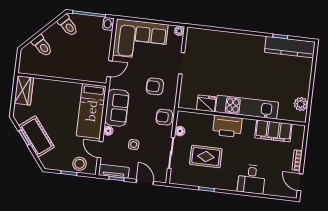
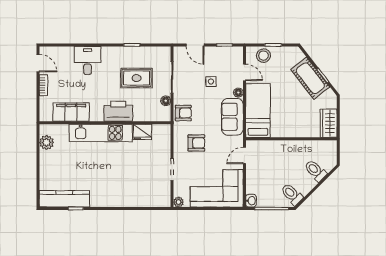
tv unit: (114, 171) -> (228, 52), removed

